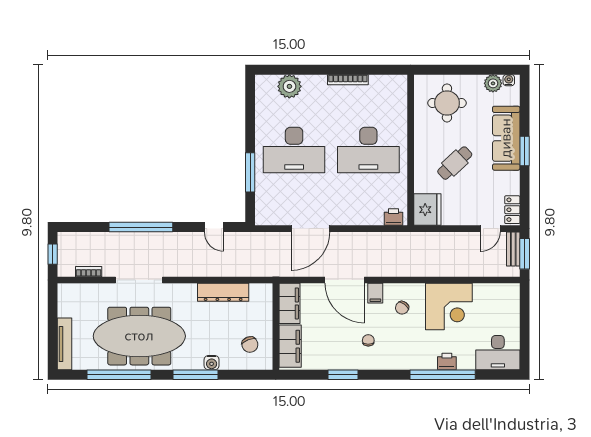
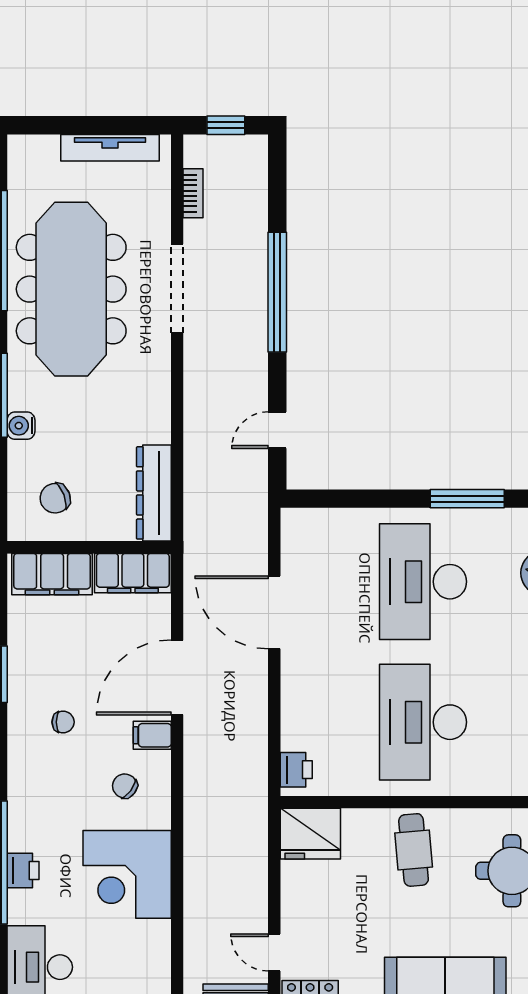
cafe table: (455, 163) -> (414, 850), moved, turned 38
window: (250, 172) -> (467, 499), moved
dresser: (223, 292) -> (154, 493), moved
tv unit: (65, 344) -> (110, 148), moved

